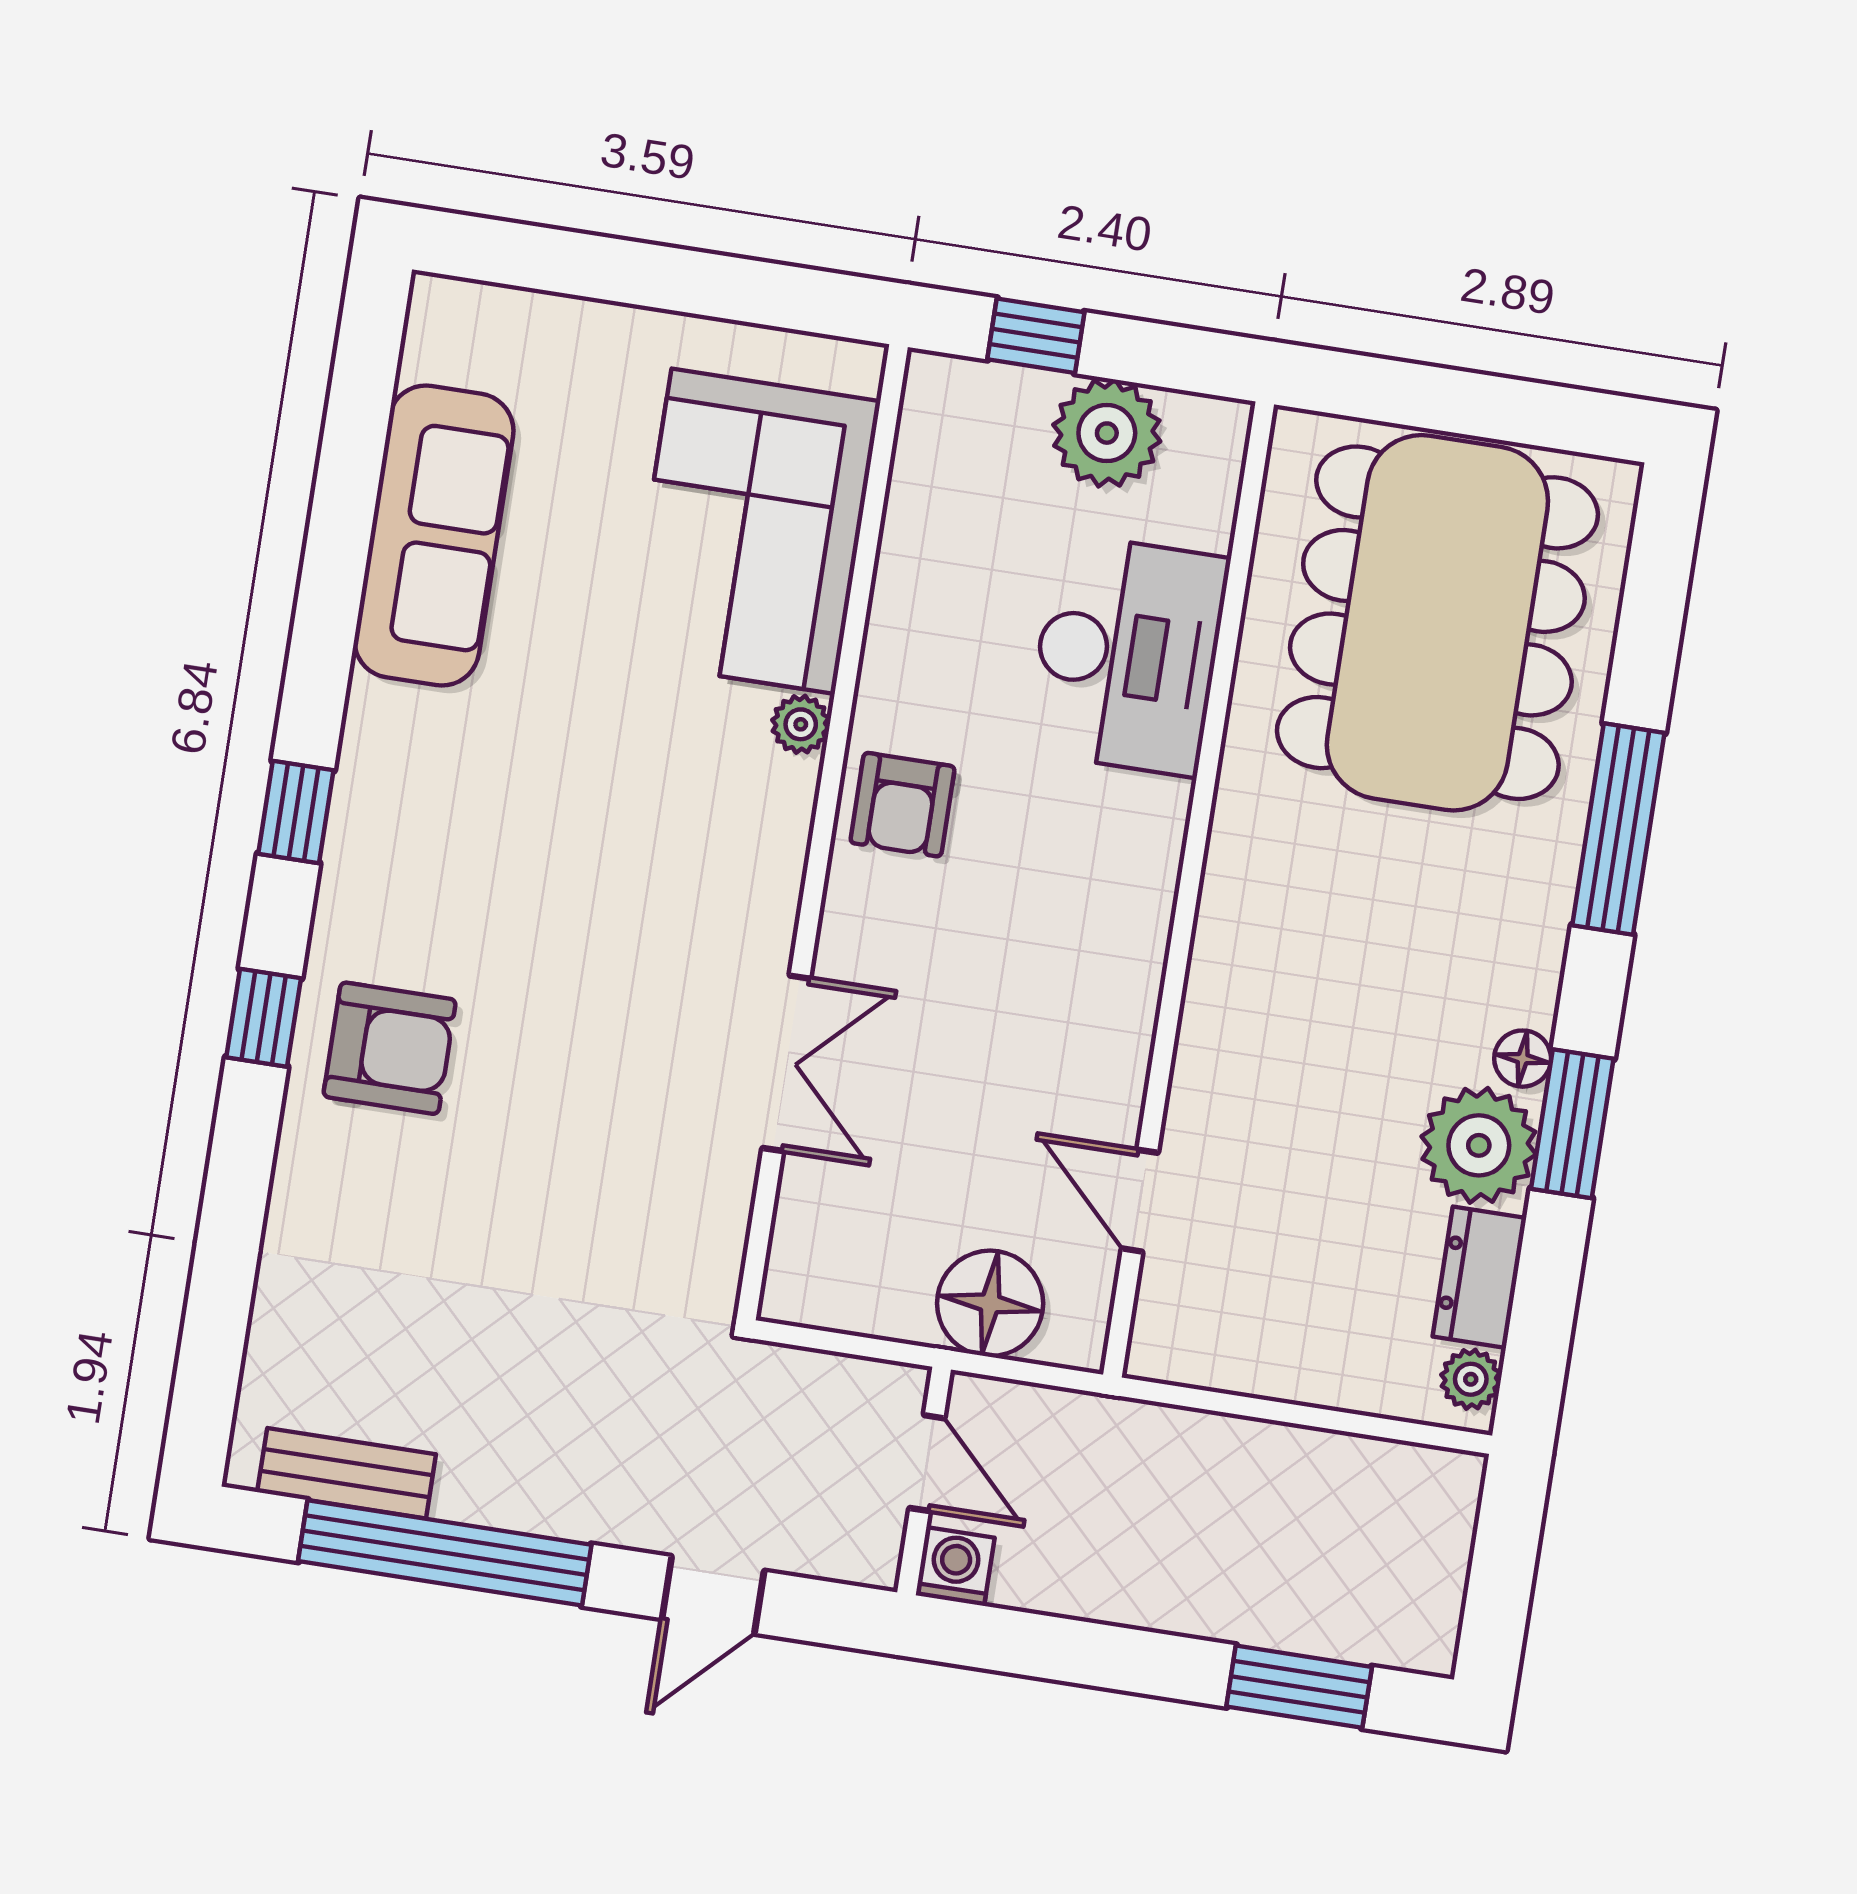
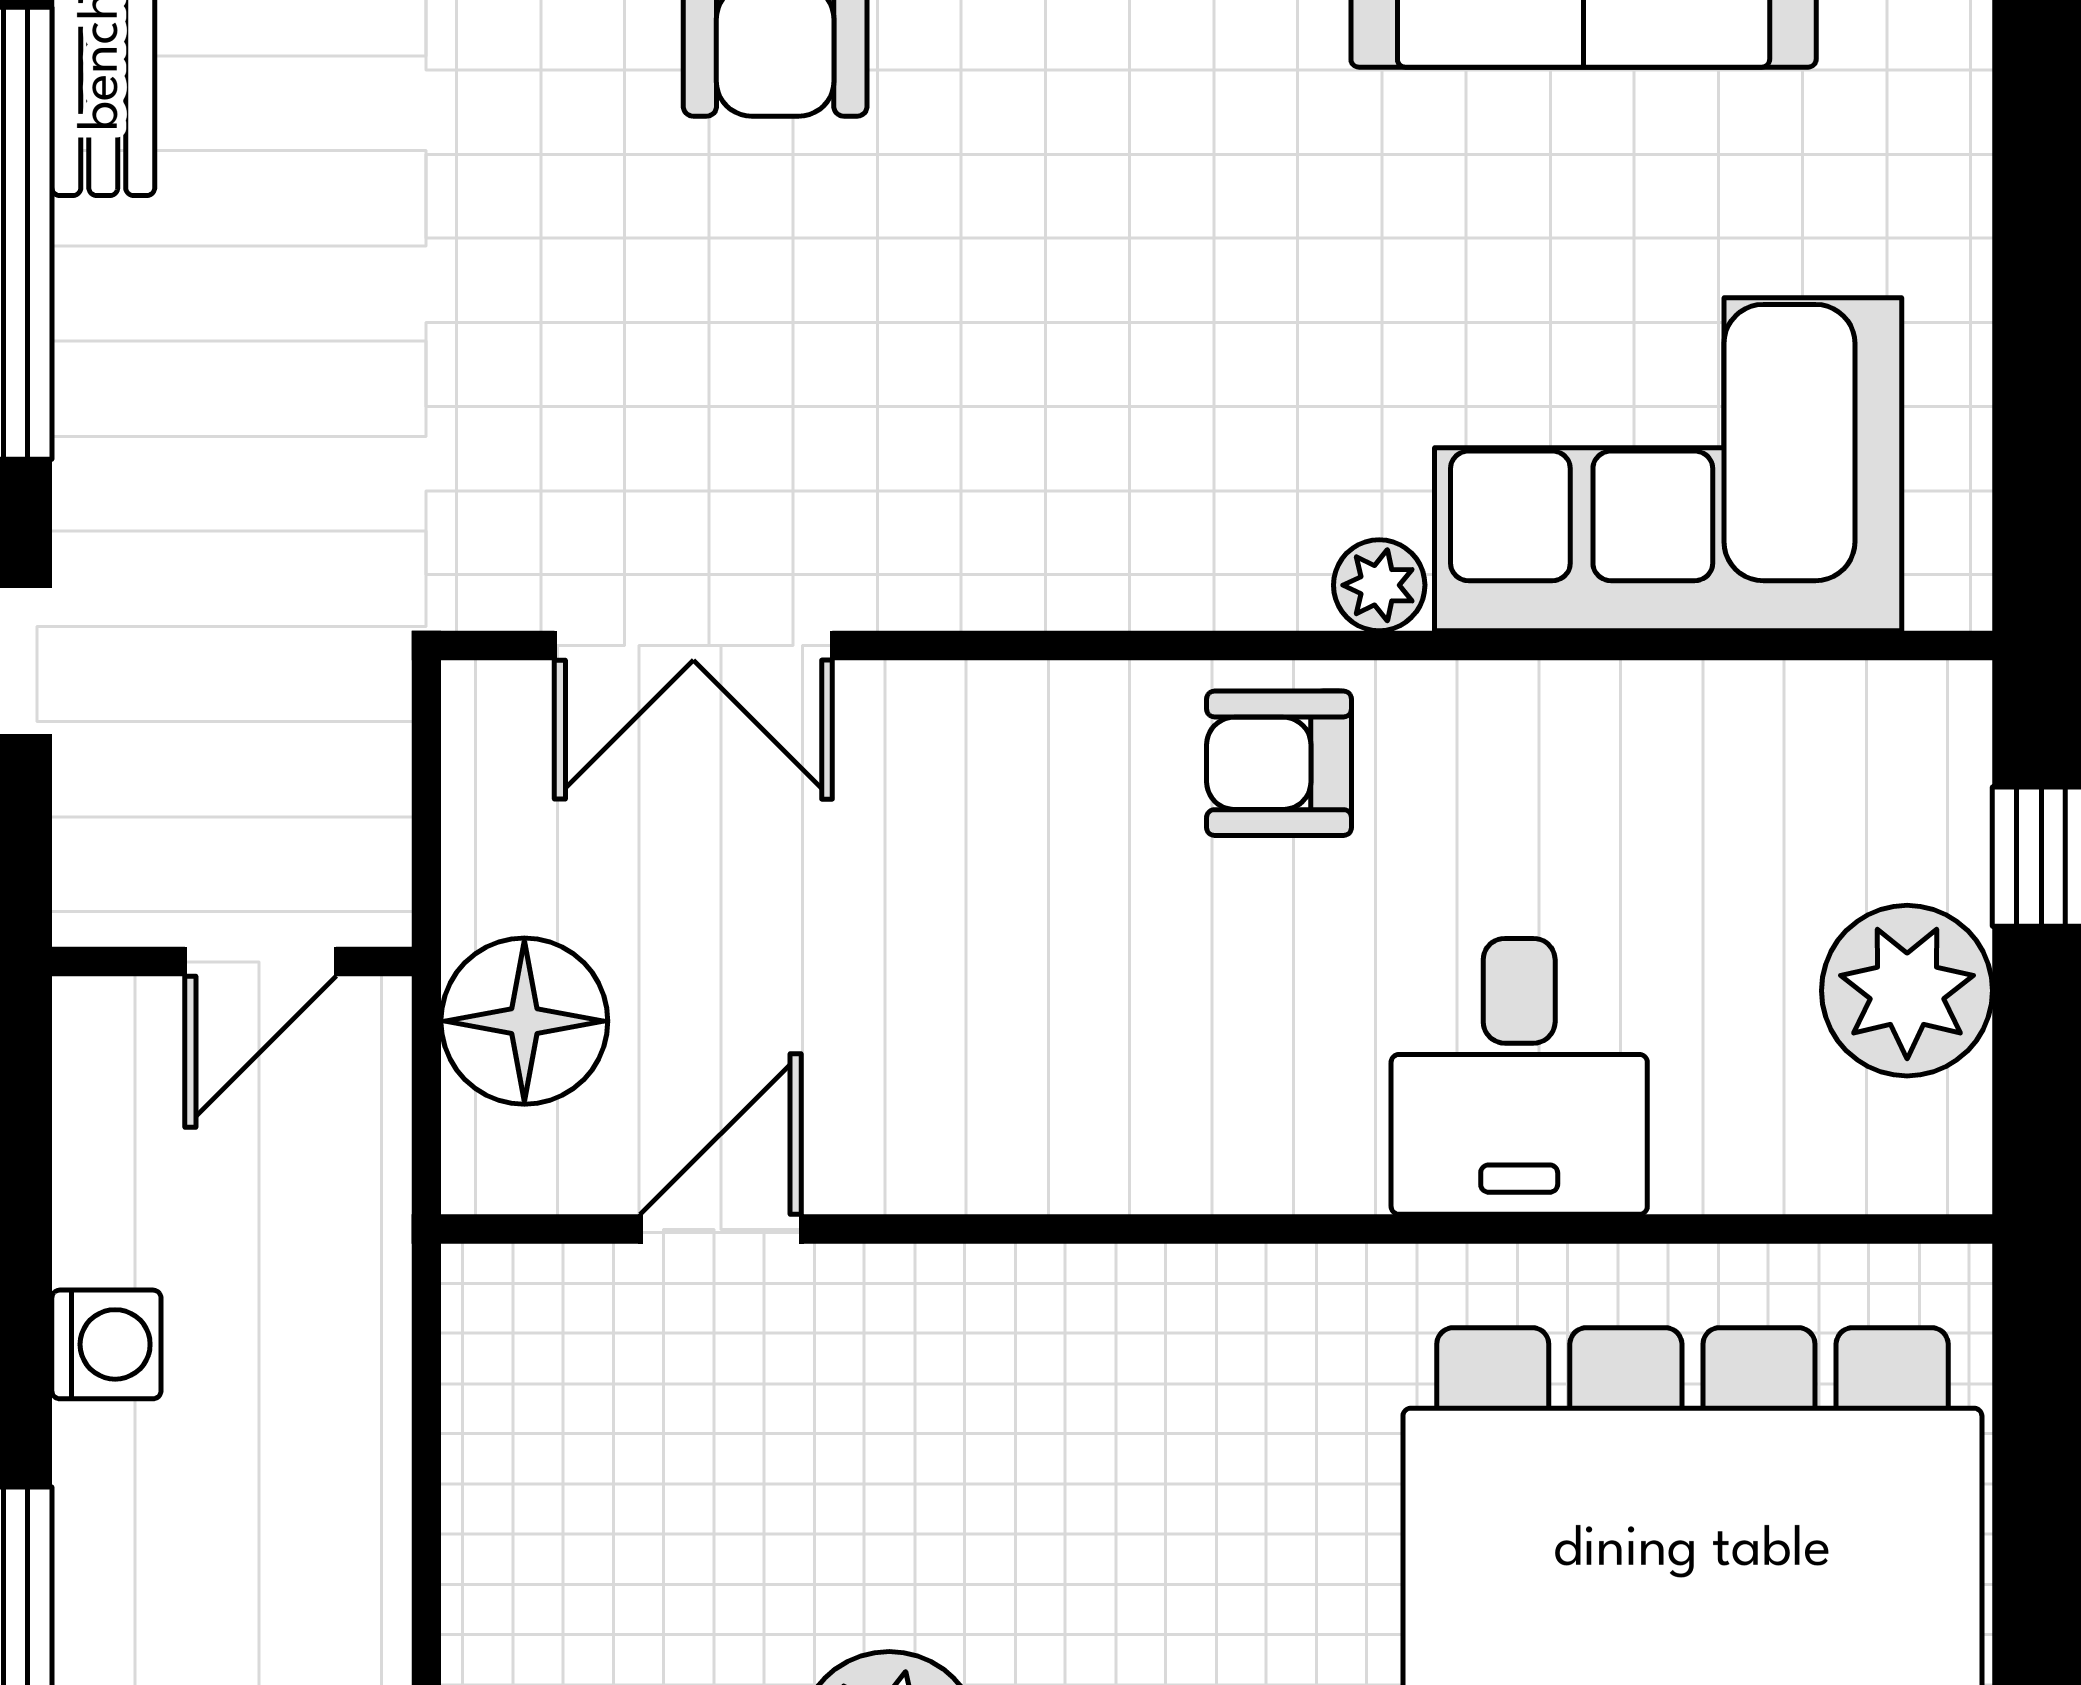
desk: (1127, 655) -> (1519, 1076), width x0.73
double door: (786, 1063) -> (693, 645), moved
washing machine: (955, 1567) -> (106, 1344), moved

